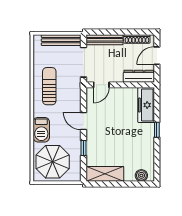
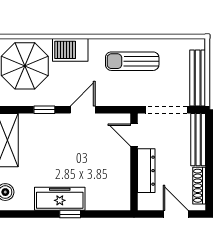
dresser: (139, 76) -> (146, 171), moved
sun lounger: (49, 86) -> (132, 61), turned 180
freezer: (146, 105) -> (60, 199), moved

